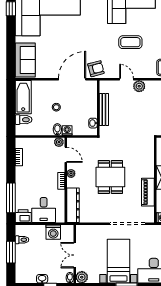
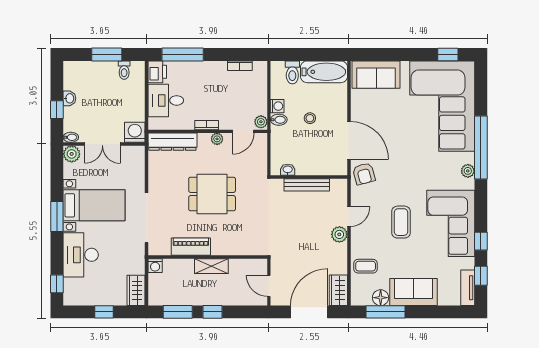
washing machine: (67, 131) -> (277, 106), moved
washing machine: (53, 232) -> (135, 132), moved, turned 90
double door: (75, 255) -> (102, 144), swing flipped

